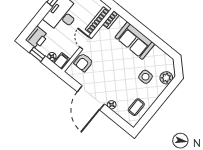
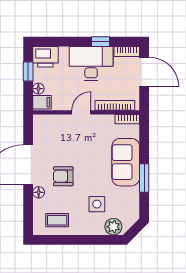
window: (153, 37) -> (144, 178), added
armchair: (83, 62) -> (63, 176), moved

